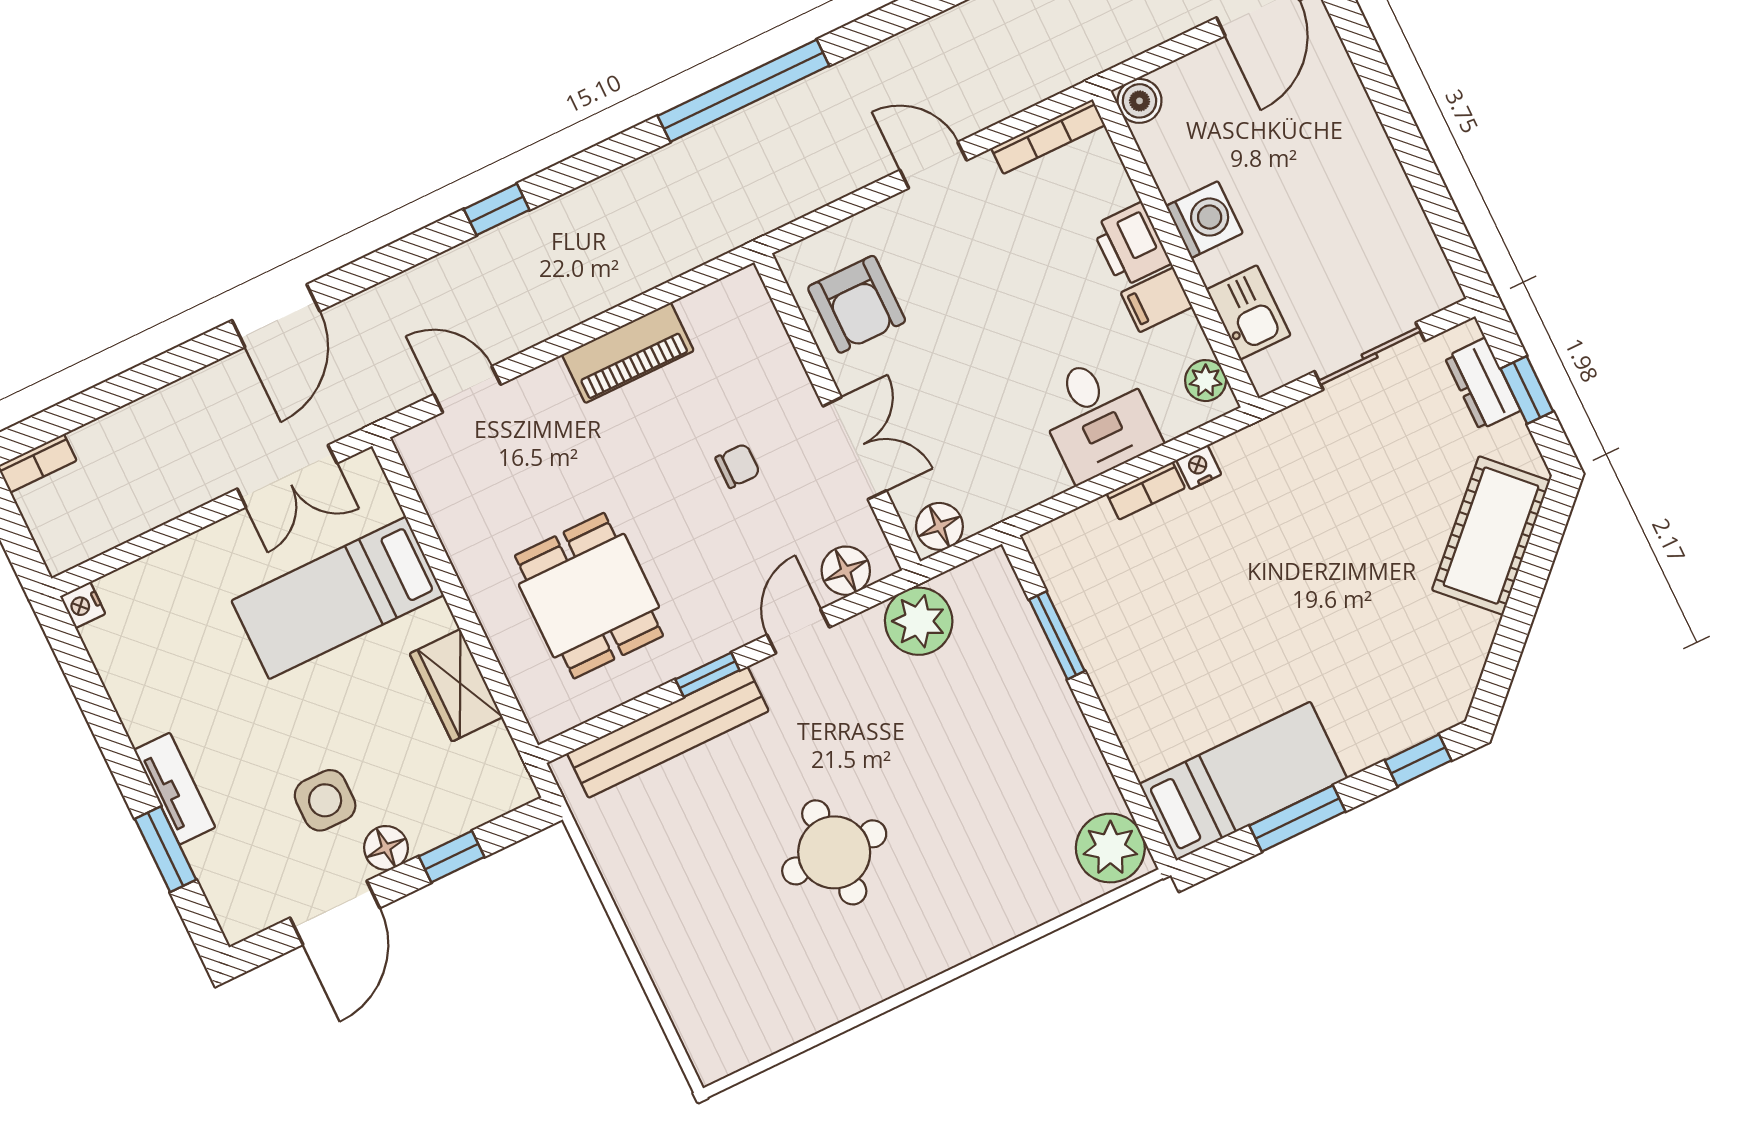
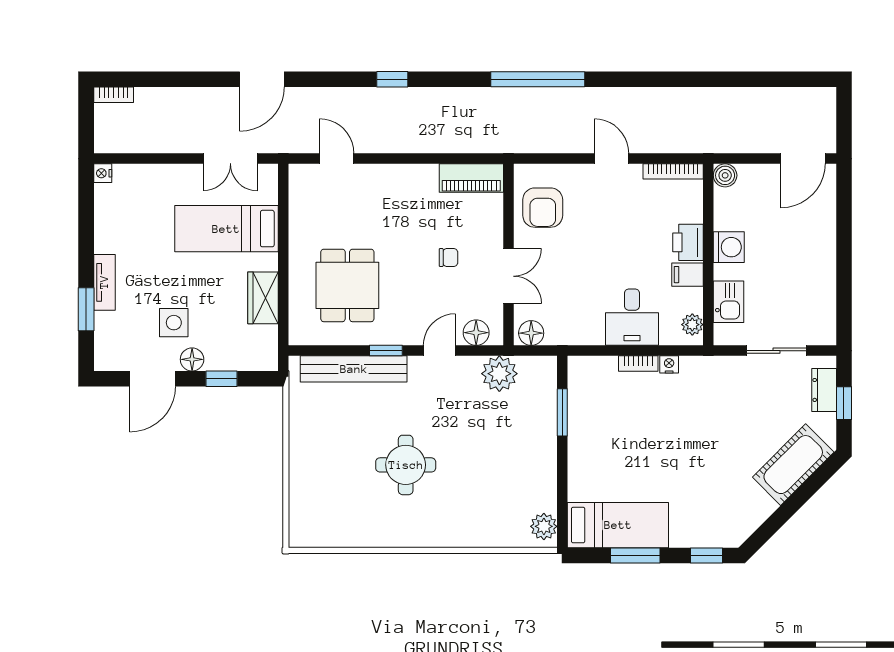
piano: (628, 353) -> (471, 178), moved
plant: (1110, 848) -> (544, 526), width x0.73, depth x0.73

